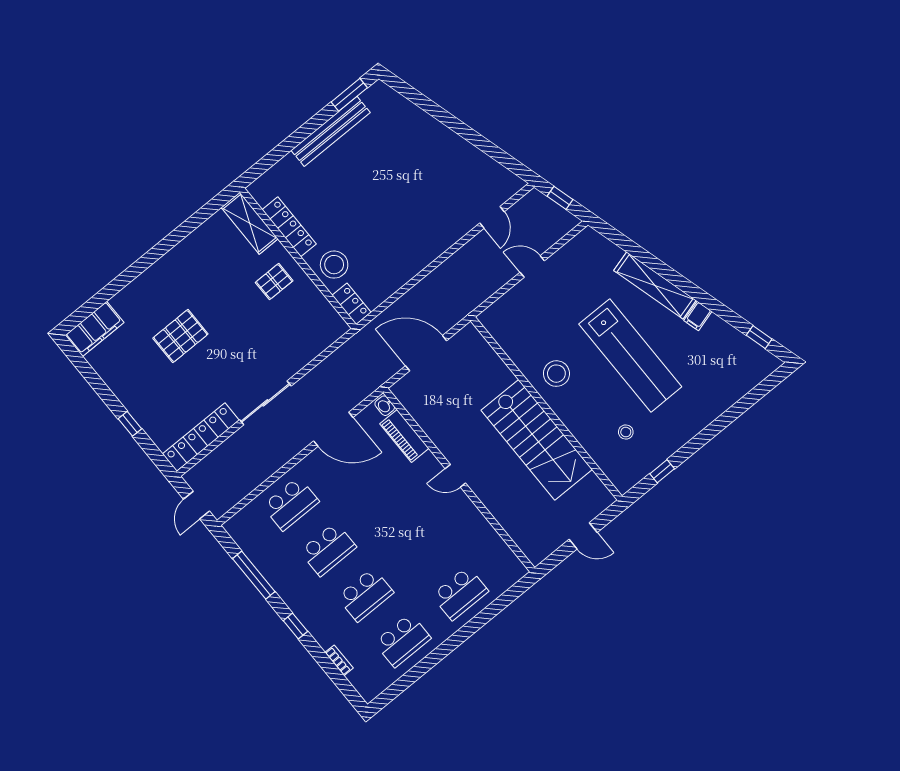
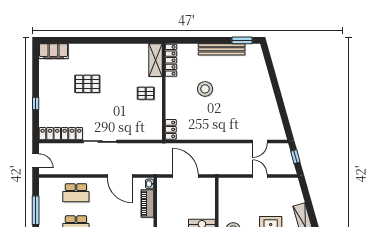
locker: (289, 227) -> (171, 60), moved
stool: (334, 265) -> (205, 89), moved
door: (197, 505) -> (36, 161), swing flipped

